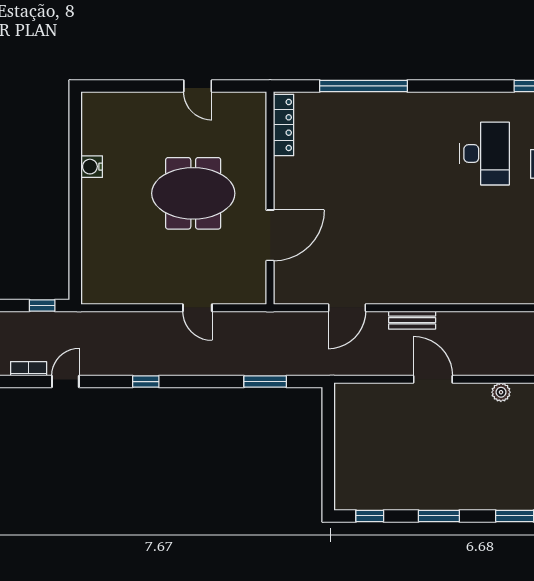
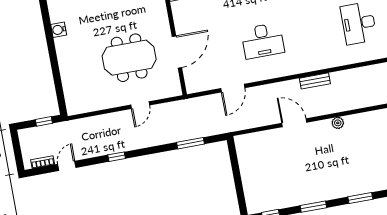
meeting table: (193, 193) -> (129, 58), moved
desk: (407, 242) -> (263, 41), added
door: (197, 308) -> (140, 105), hinge flipped
bench: (412, 320) -> (315, 81), moved

